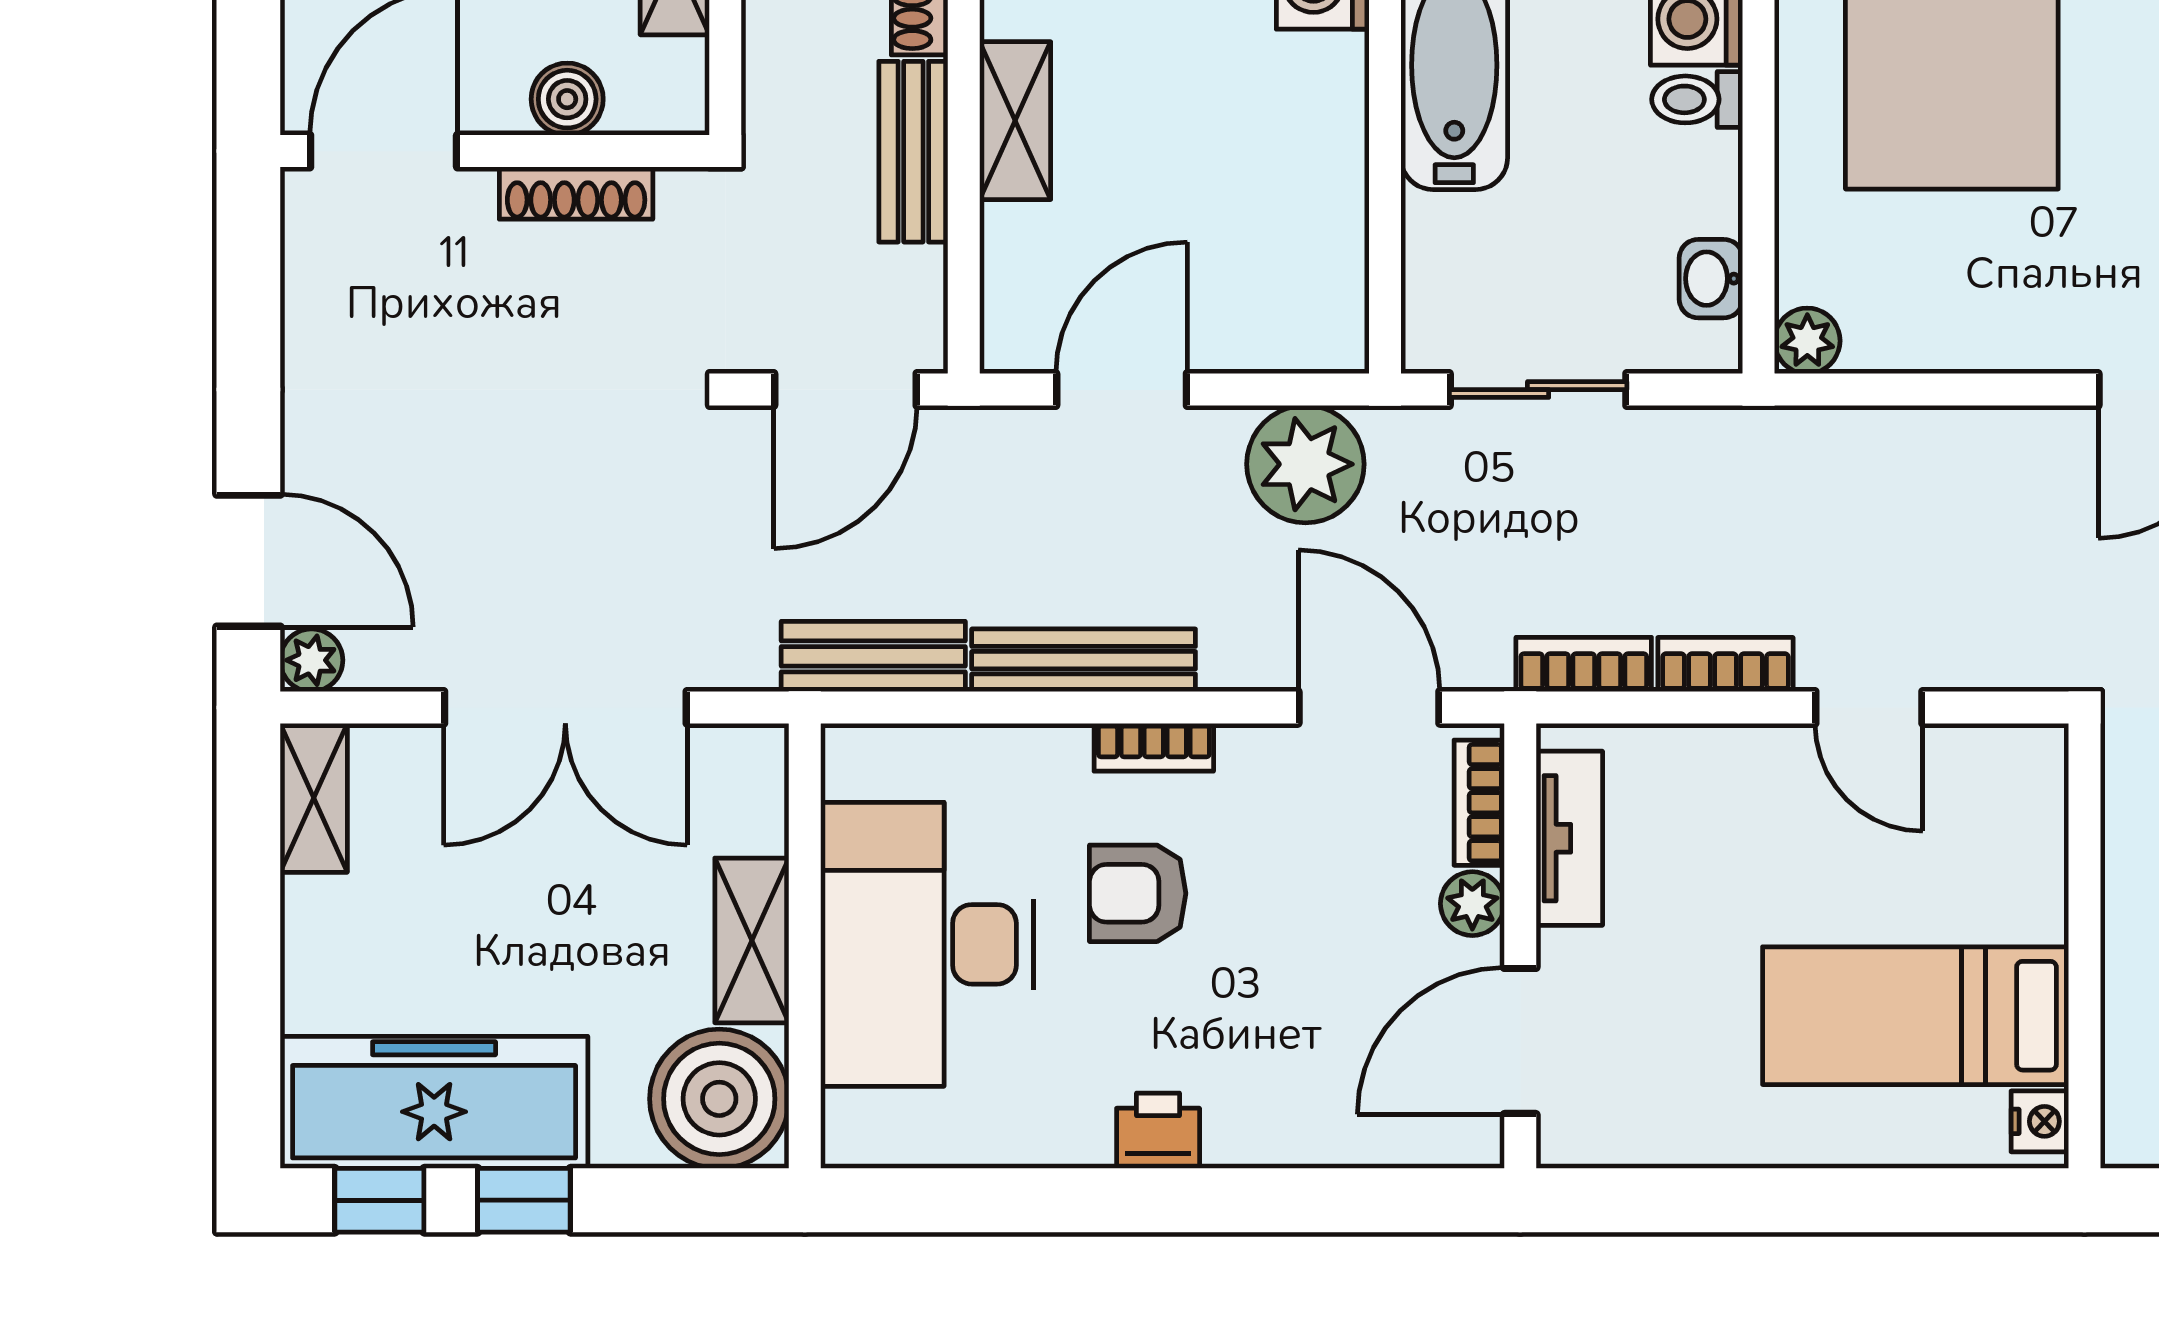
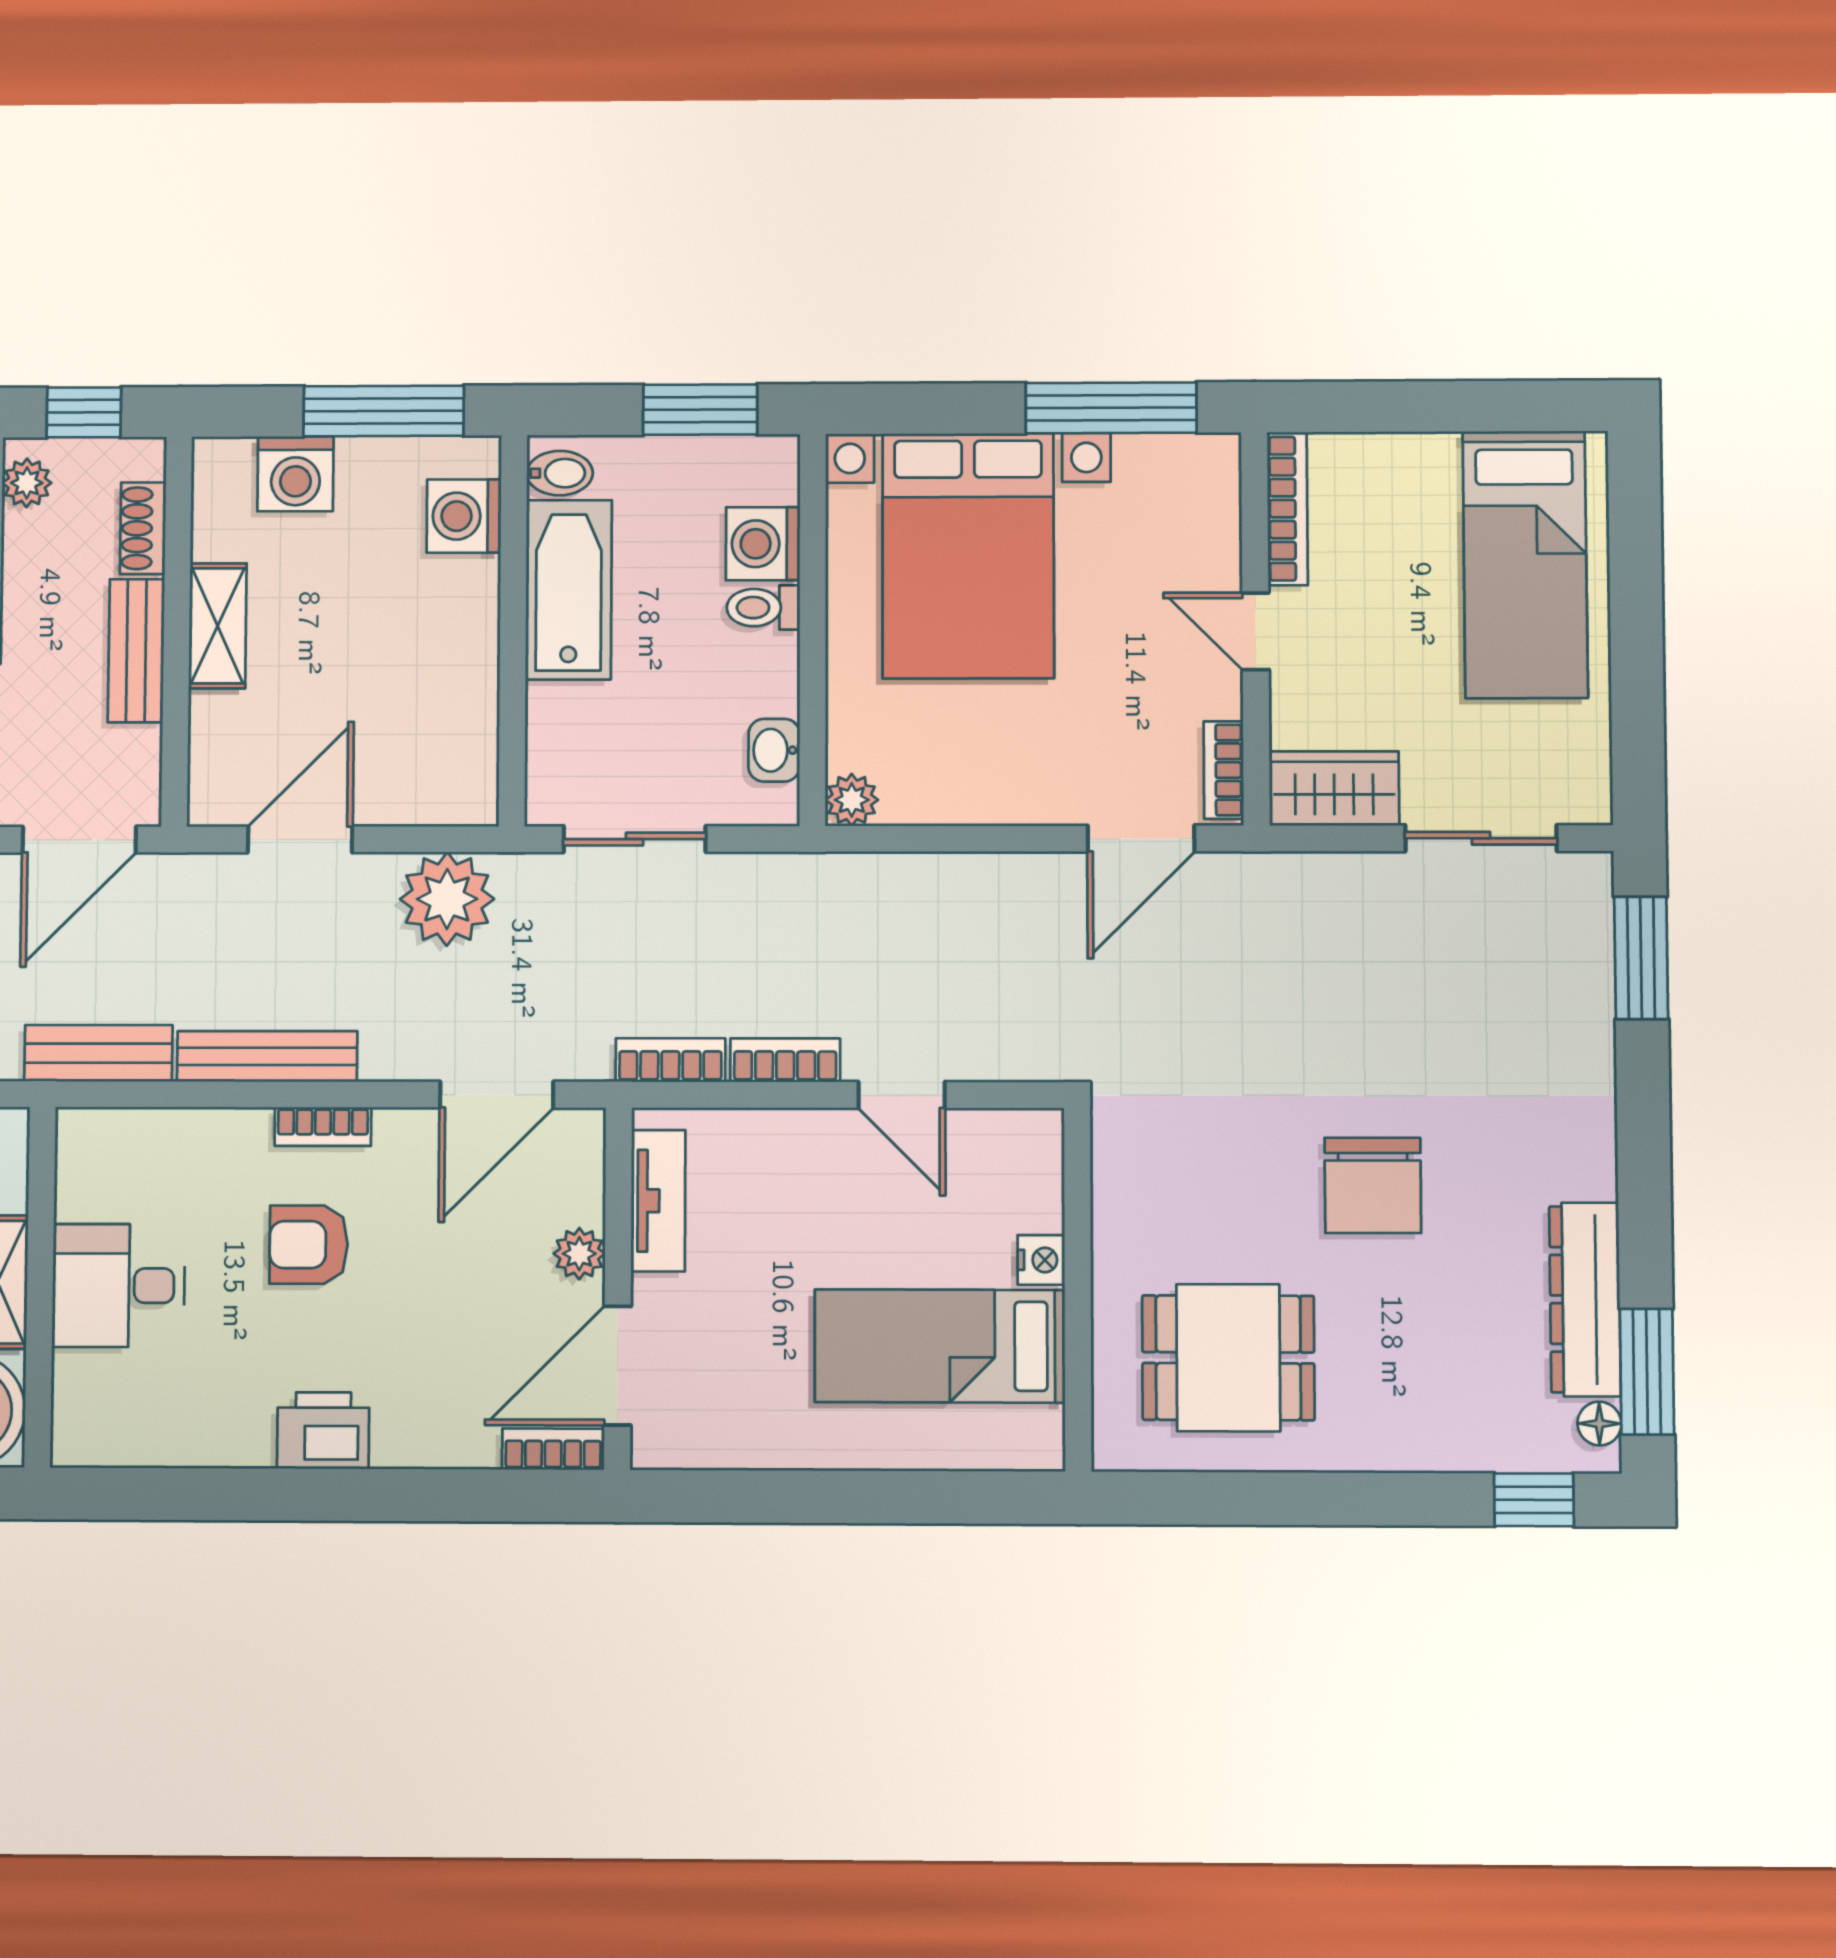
door: (1369, 707) -> (497, 1095), swing flipped
bookcase: (1479, 803) -> (553, 1449), moved, turned 90
desk: (927, 944) -> (119, 1286), width x0.53, depth x0.77
nightstand: (2040, 1121) -> (1041, 1260), moved
printer: (1158, 1131) -> (323, 1430), width x1.36, depth x1.24

